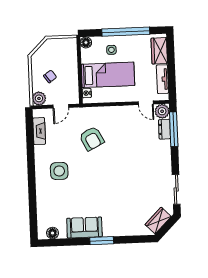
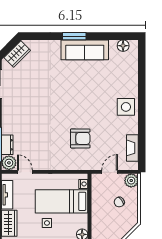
side table: (111, 50) -> (47, 223), moved
armchair: (92, 139) -> (80, 138), turned 117
side table: (59, 171) -> (126, 107), moved
sofa: (84, 228) -> (85, 50), width x1.36

